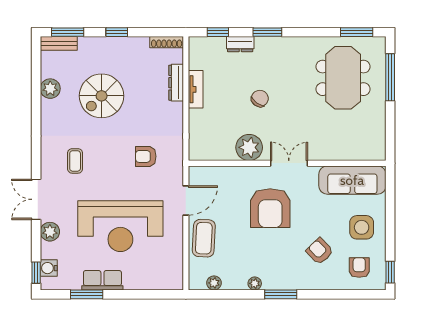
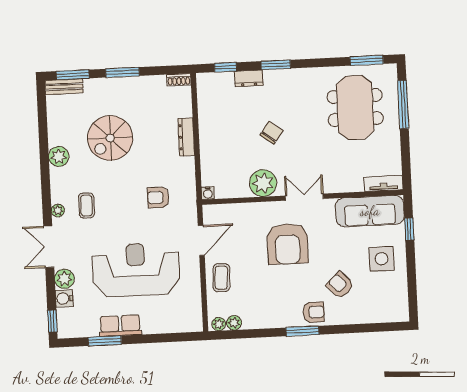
window: (117, 32) -> (122, 72), width x1.50
shoe rack: (167, 42) -> (179, 80), width x0.70
dresser: (176, 83) -> (186, 137), moved
plant: (50, 89) -> (59, 156), moved
tv unit: (196, 89) -> (383, 183), moved, turned -90
water cooler: (195, 155) -> (208, 193), added
plant: (47, 164) -> (58, 211), added
reception desk: (120, 226) -> (136, 270), turned 180
coffee table: (204, 238) -> (221, 278), width x0.73, depth x0.77
water cooler: (49, 268) -> (64, 298), moved
armchair: (359, 268) -> (314, 312), moved, turned 90
window: (390, 272) -> (409, 229), moved
plant: (255, 283) -> (219, 324), moved

